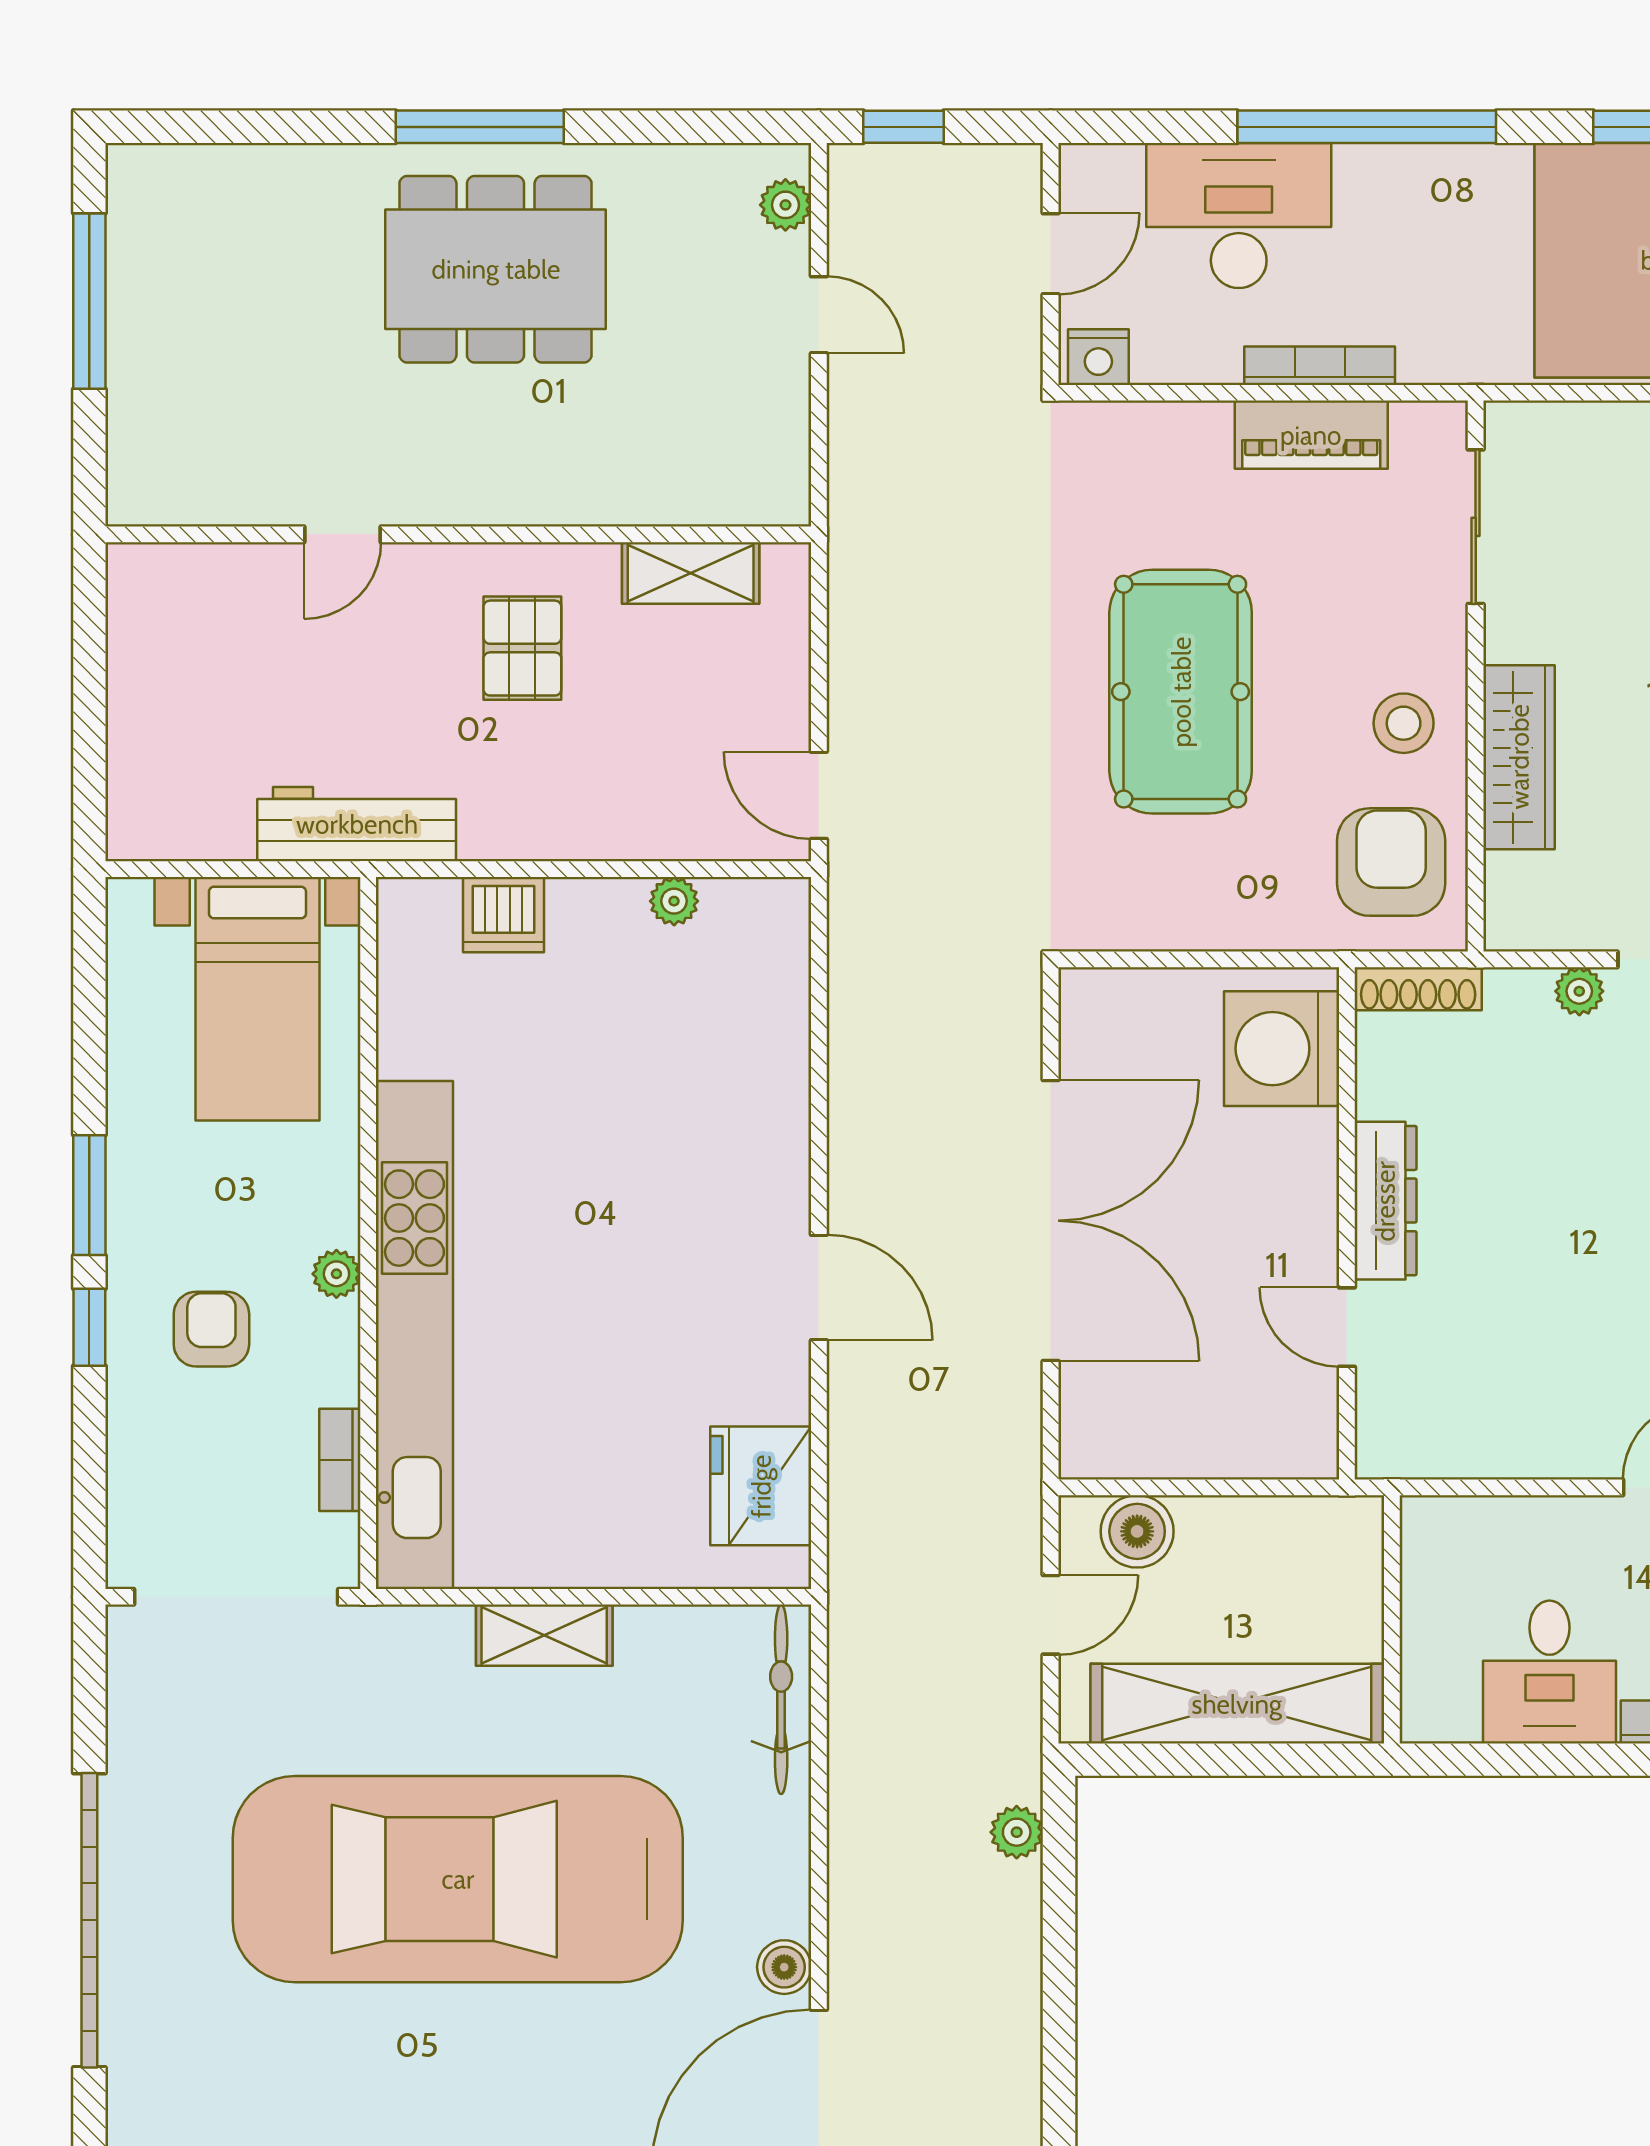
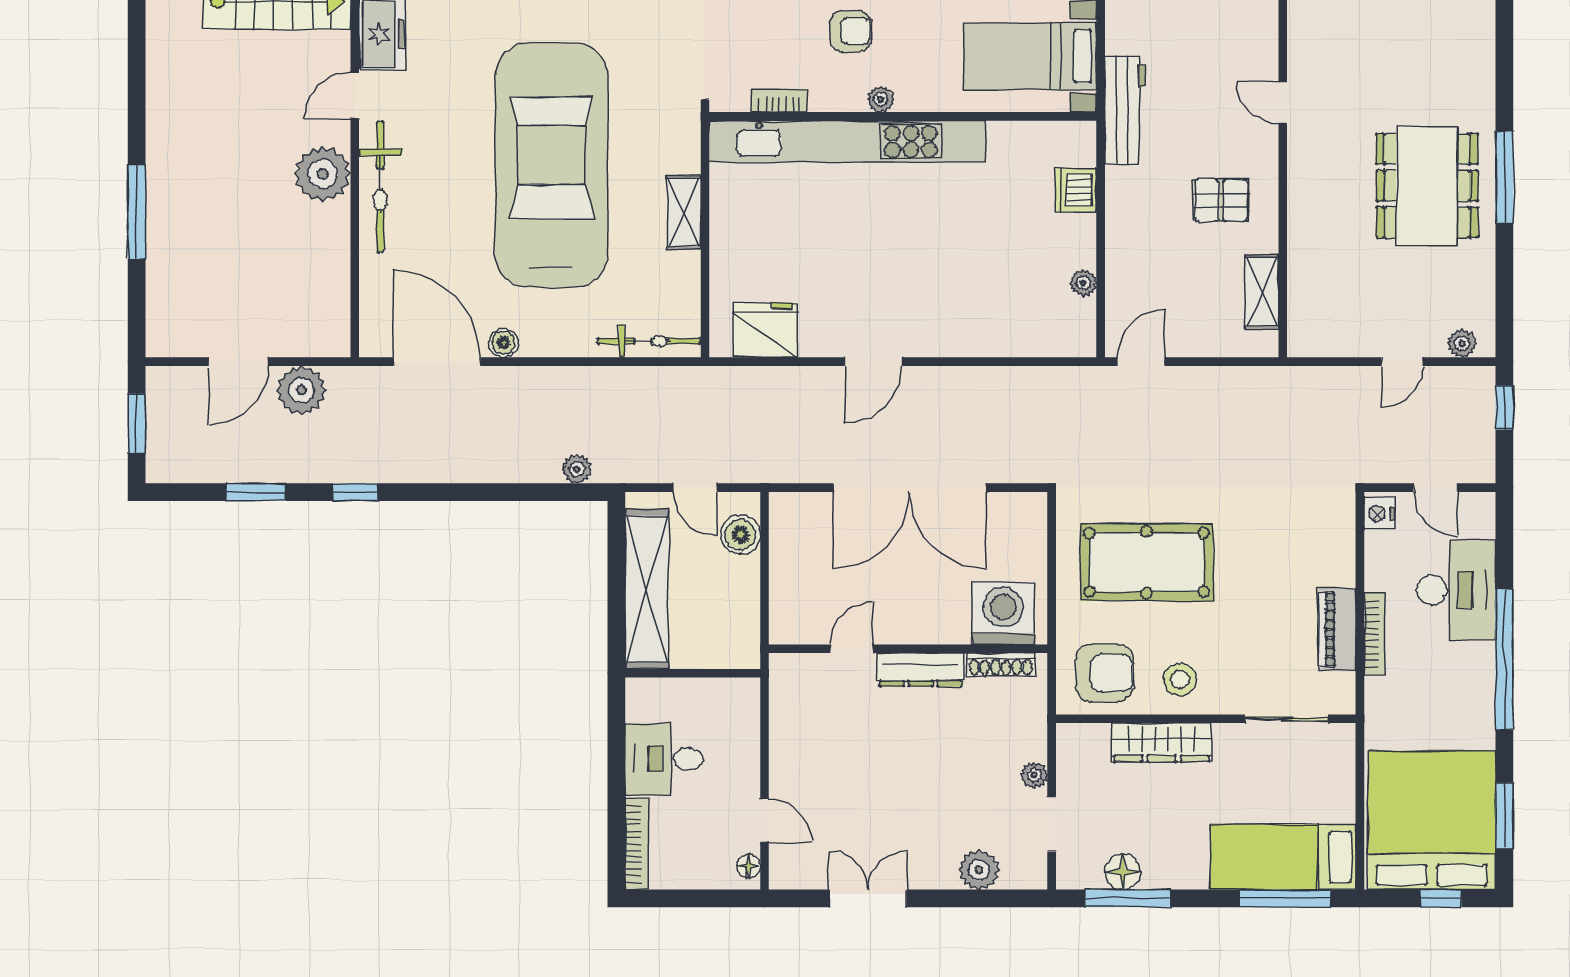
pool table: (1181, 692) -> (1147, 562), moved
shoe rack: (1418, 989) -> (1001, 665), moved, turned -90

